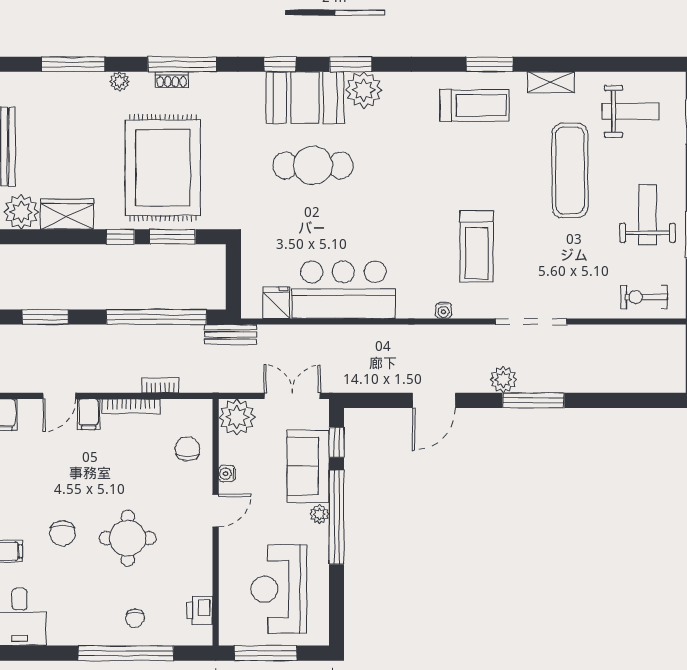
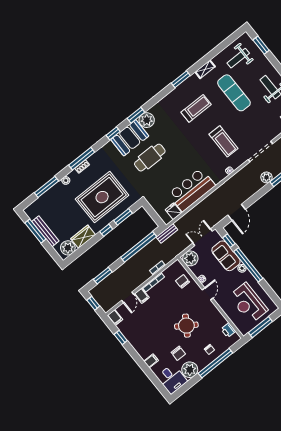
treadmill: (474, 105) -> (196, 108), moved
weight bench: (631, 111) -> (238, 58), turned 180
rug: (163, 168) -> (102, 197), turned 90
door: (434, 400) -> (237, 212), moved
chair: (62, 533) -> (178, 353), moved
round table: (128, 538) -> (186, 326), turned 33
plant: (67, 627) -> (190, 370), added

